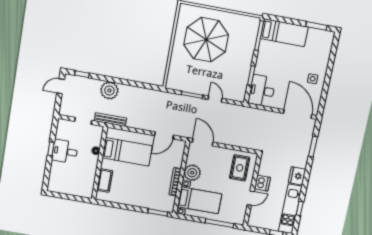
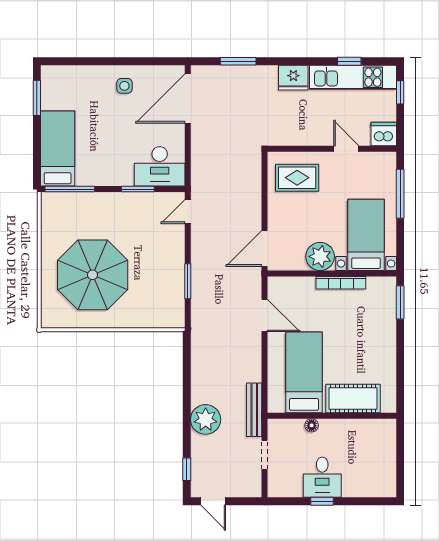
door: (215, 99) -> (188, 212), moved
cot: (105, 180) -> (353, 399), width x1.37, depth x1.34
dishwasher: (262, 183) -> (384, 134), moved

